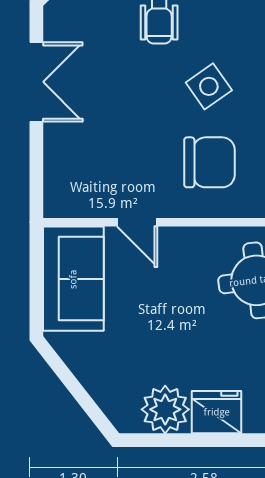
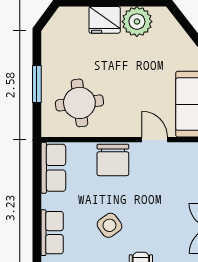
chair: (209, 162) -> (113, 160), moved, turned -90

